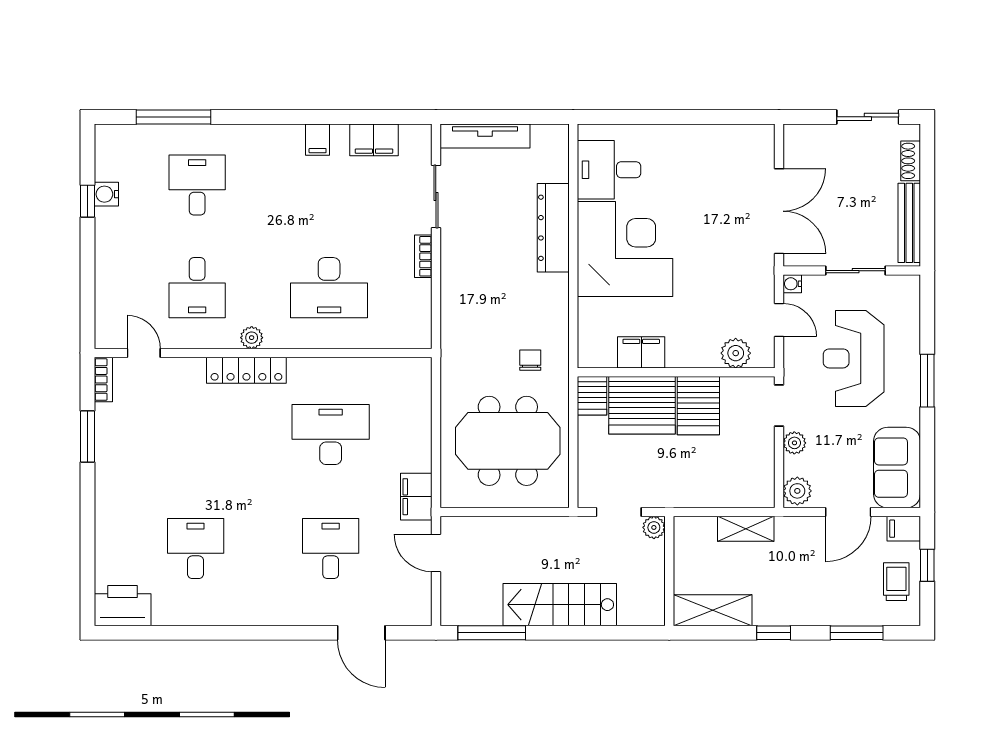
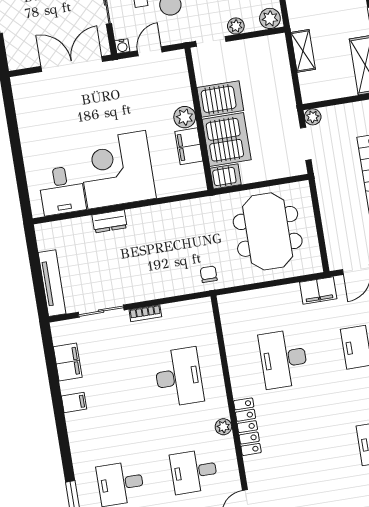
dresser: (553, 228) -> (109, 221), width x0.51, depth x0.80
desk: (197, 288) -> (194, 472), turned 180
plant: (736, 353) -> (185, 117), moved
chair: (530, 360) -> (209, 274), moved, turned 90

